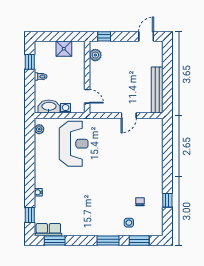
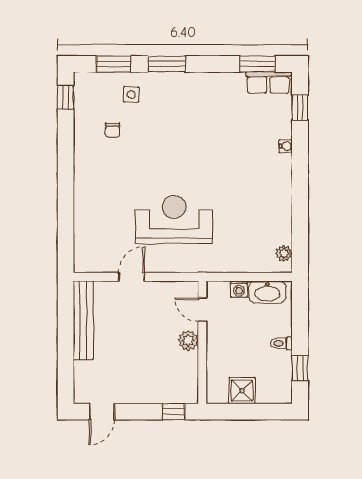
plant: (95, 55) -> (188, 341), moved
reception desk: (74, 144) -> (174, 220), moved, turned 90
window: (167, 200) -> (66, 97), moved

